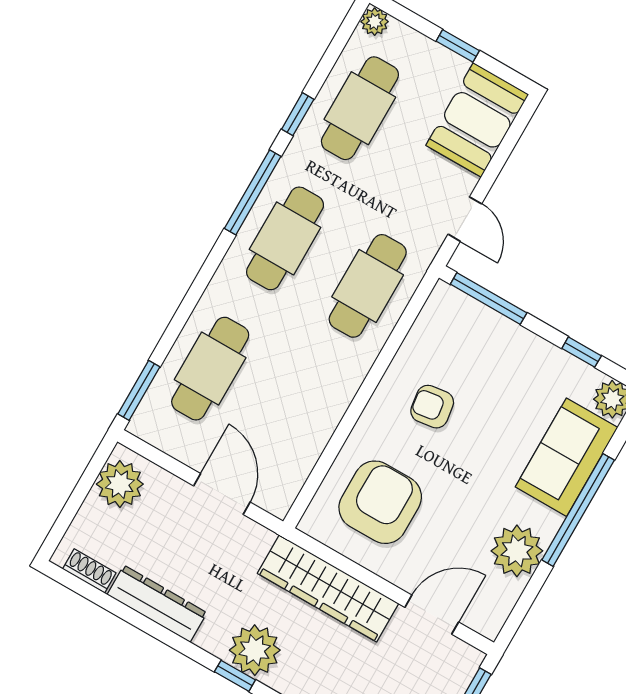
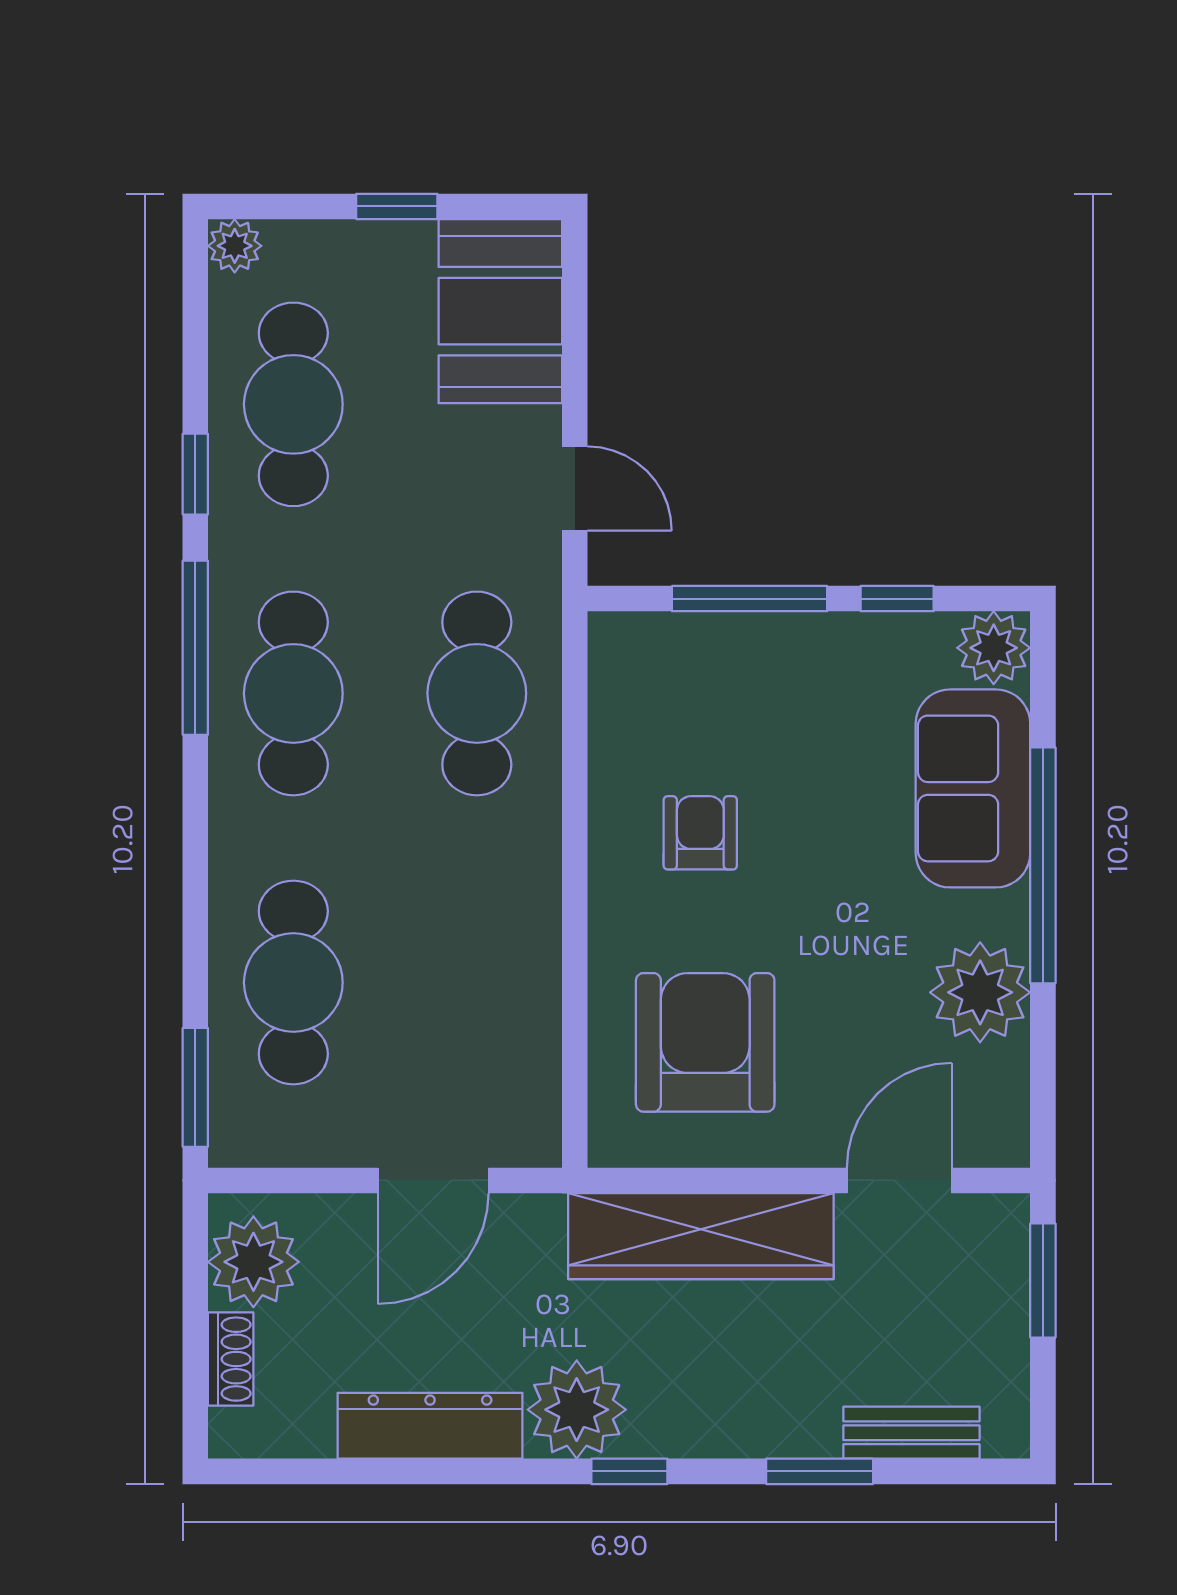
window: (489, 299) -> (750, 599), moved
armchair: (432, 407) -> (700, 833), turned 98
door: (222, 494) -> (433, 1180), swing flipped
shoe rack: (89, 571) -> (231, 1359), moved, turned 90
plant: (255, 650) -> (577, 1410), moved

